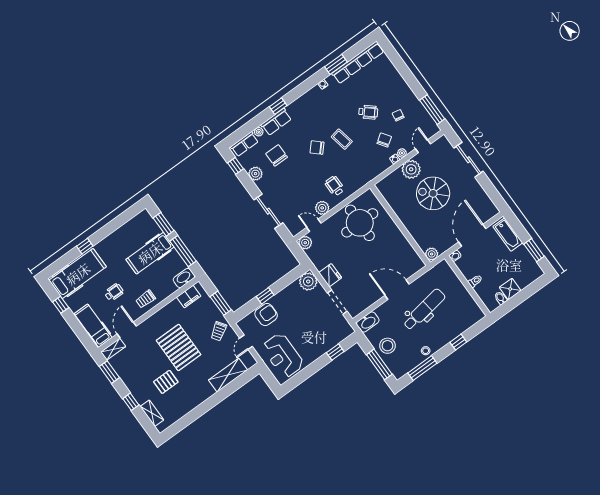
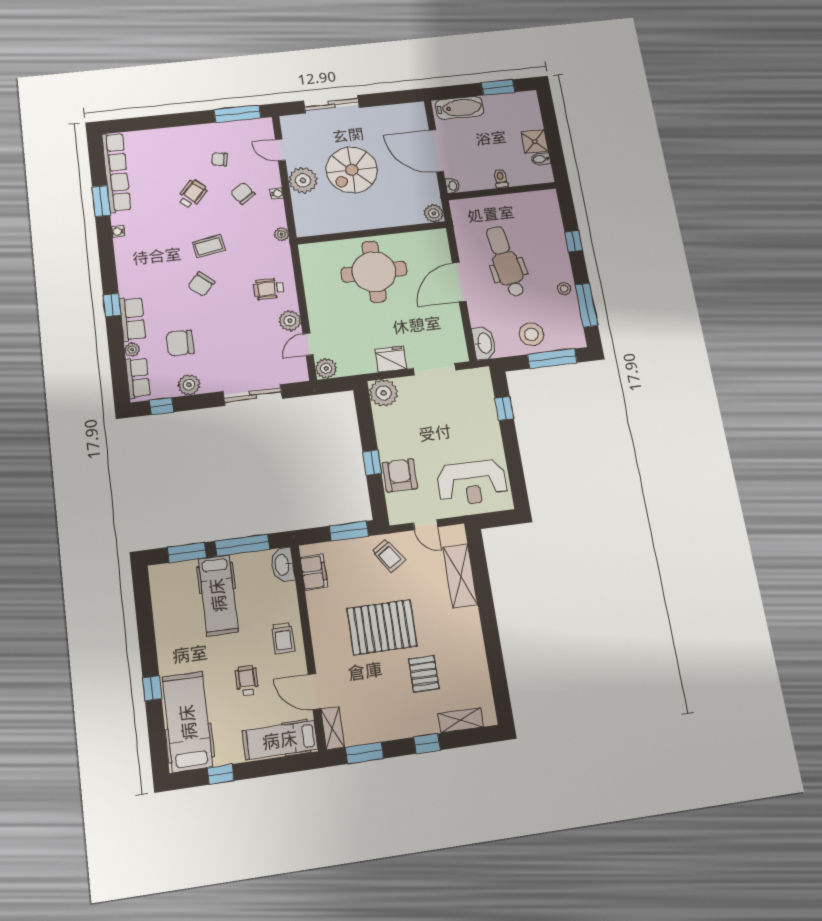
plant: (402, 153) -> (281, 234), moved
round table: (360, 223) -> (374, 272), moved

